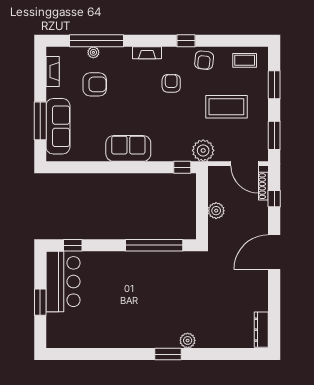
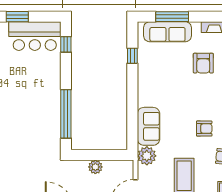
sofa: (128, 148) -> (149, 126), moved
window: (182, 167) -> (132, 56), moved

